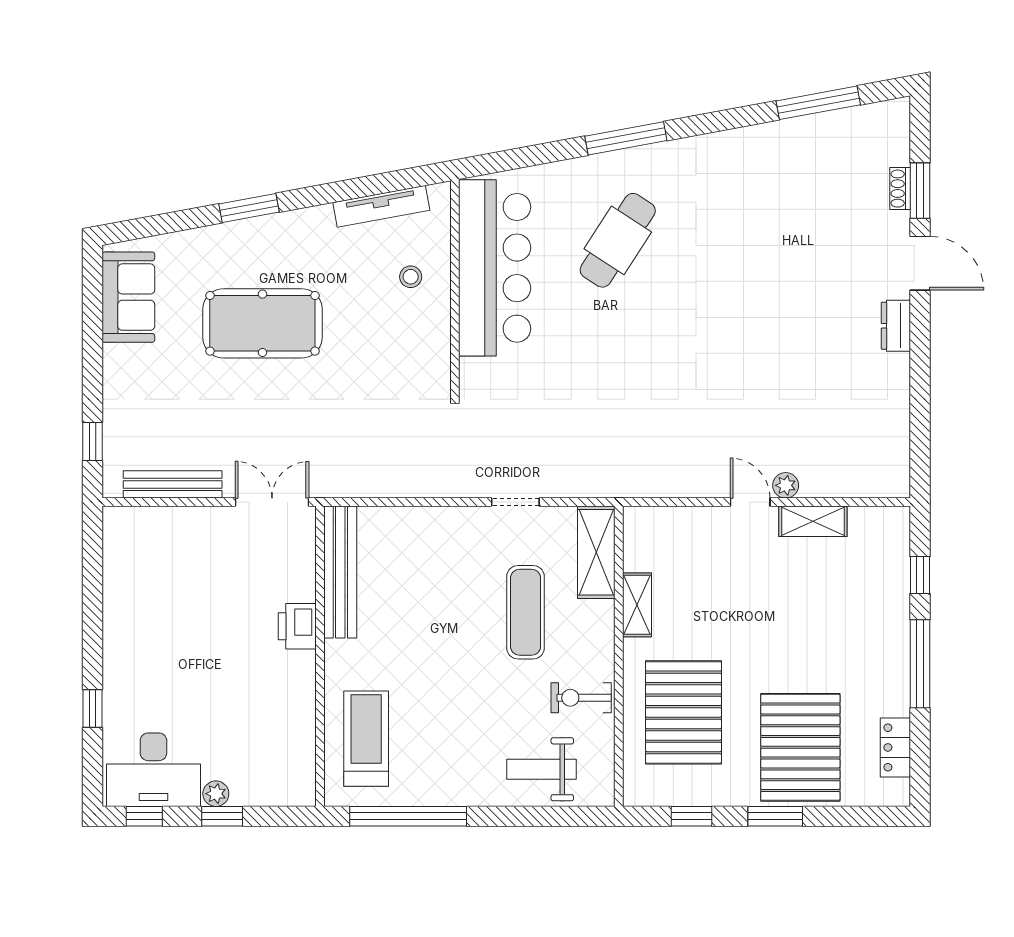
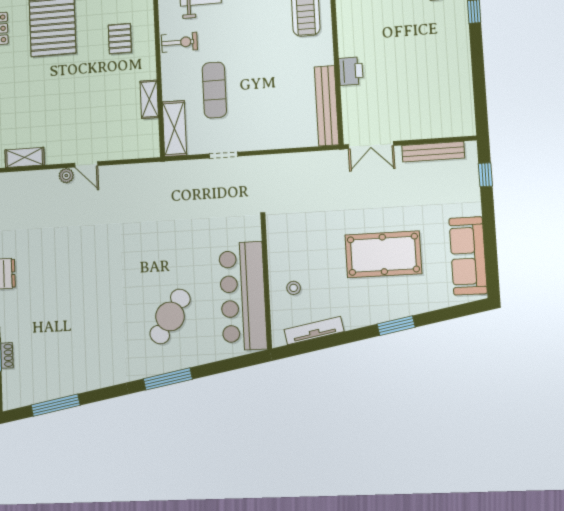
sofa: (128, 297) -> (468, 256), width x1.36
shelving: (813, 521) -> (25, 157), moved
pallet: (683, 712) -> (120, 39), width x0.49, depth x0.50

